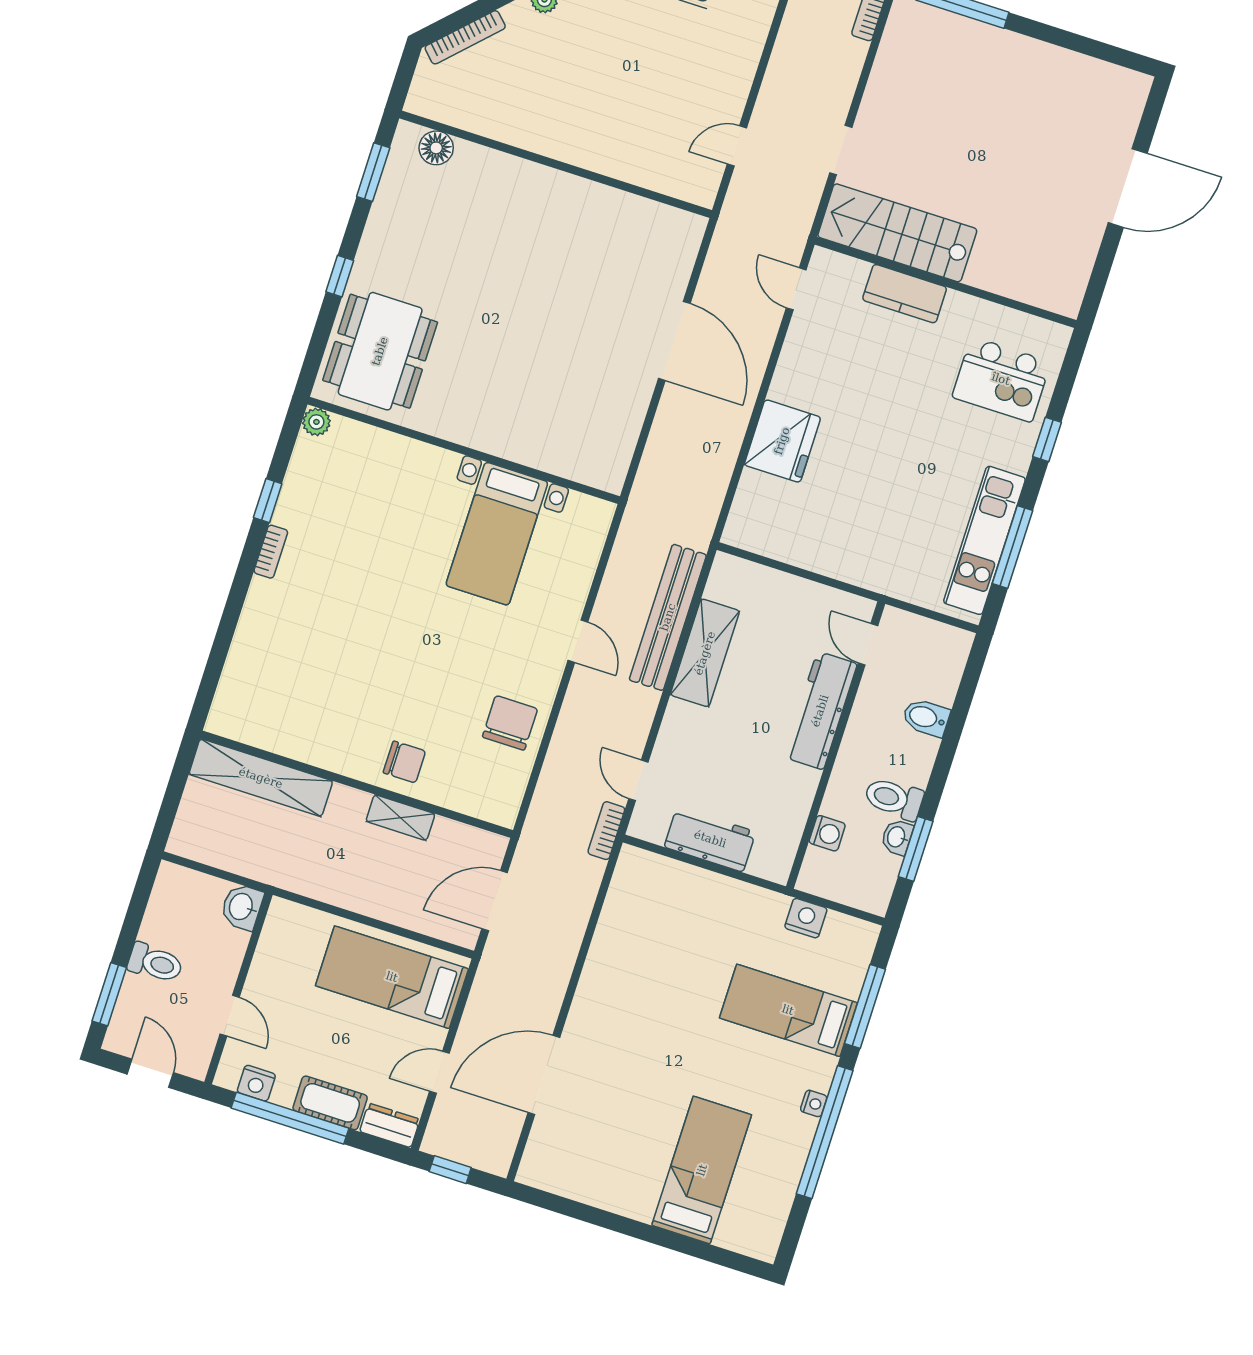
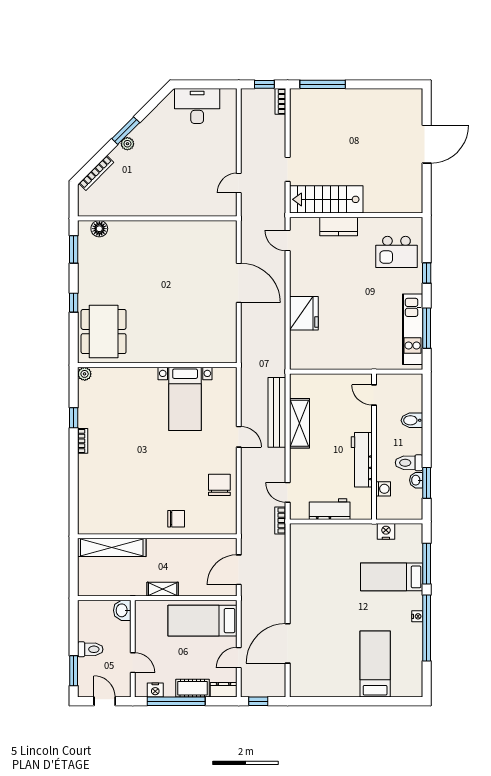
workbench: (820, 711) -> (362, 460), moved
shelving: (400, 818) -> (163, 589), moved

